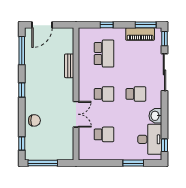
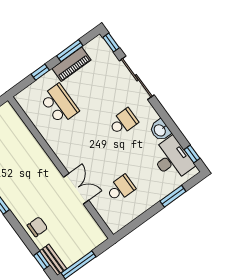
window: (146, 25) -> (70, 51), moved
piano: (140, 34) -> (71, 64), moved
bench: (69, 66) -> (53, 260), moved
school desk: (104, 94) -> (90, 146), removed

